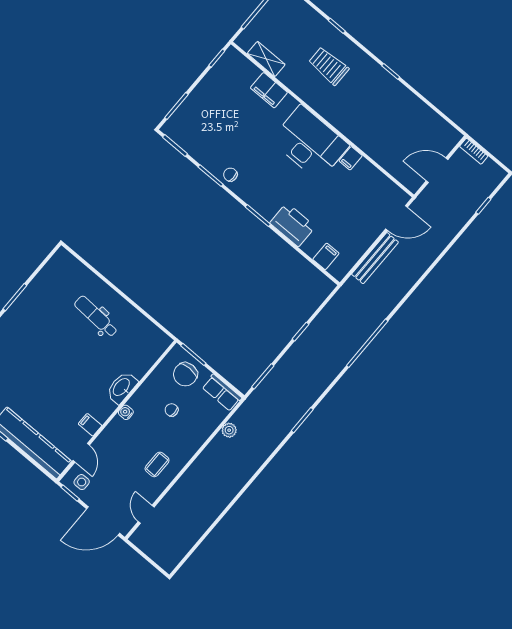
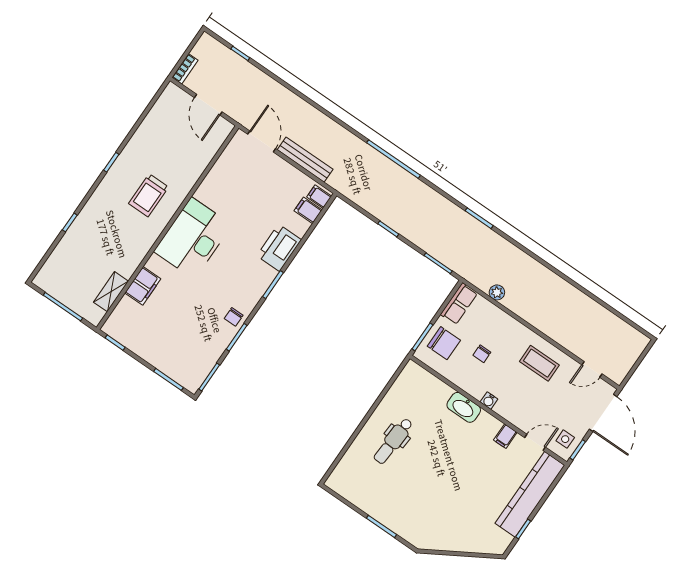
trolley: (329, 66) -> (149, 195), moved
filing cabinet: (351, 158) -> (319, 197), moved, turned 180
coffee table: (157, 464) -> (539, 363), width x1.36, depth x1.30

